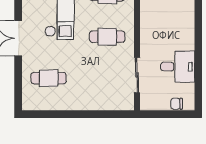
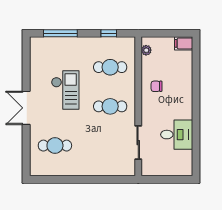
chair: (177, 104) -> (157, 86), moved

